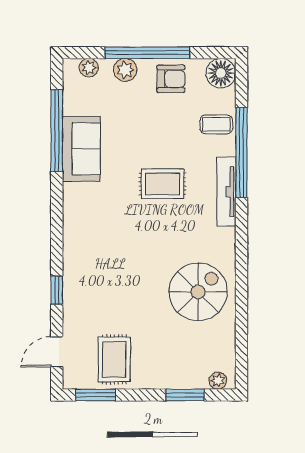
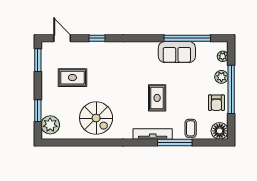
window: (241, 153) -> (175, 142), width x0.68
rug: (114, 359) -> (72, 78), moved
plant: (218, 381) -> (50, 125), width x1.88, depth x1.88

